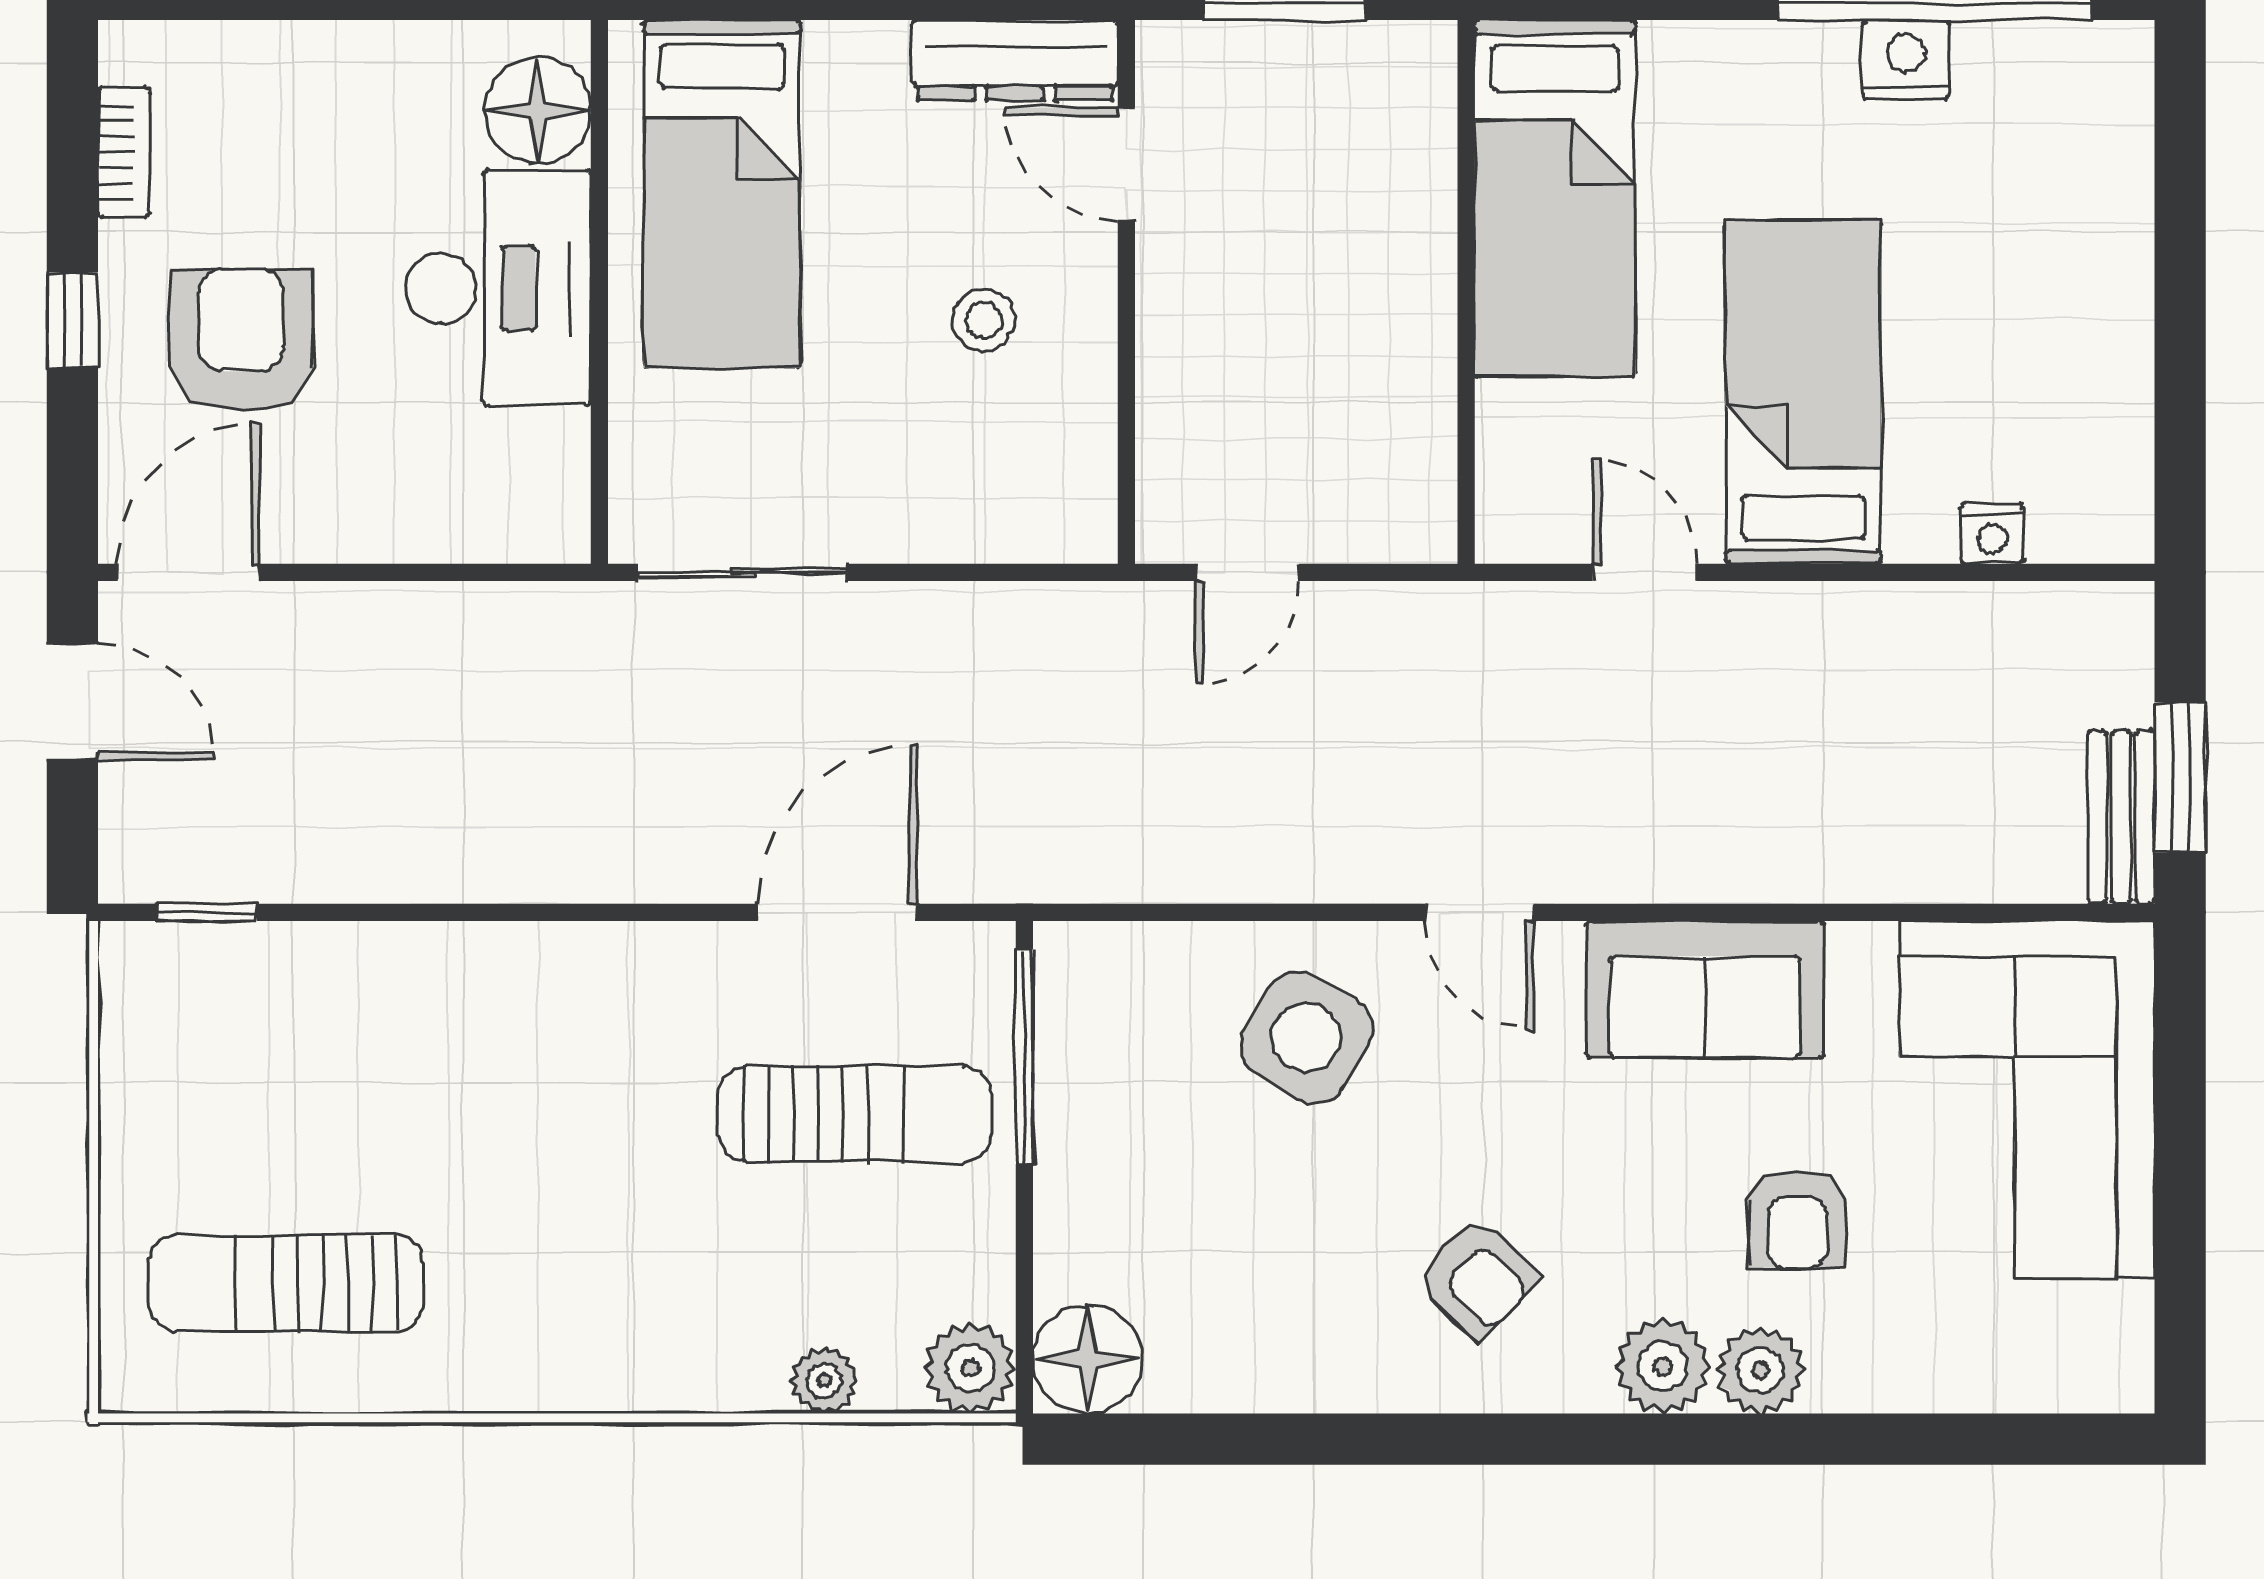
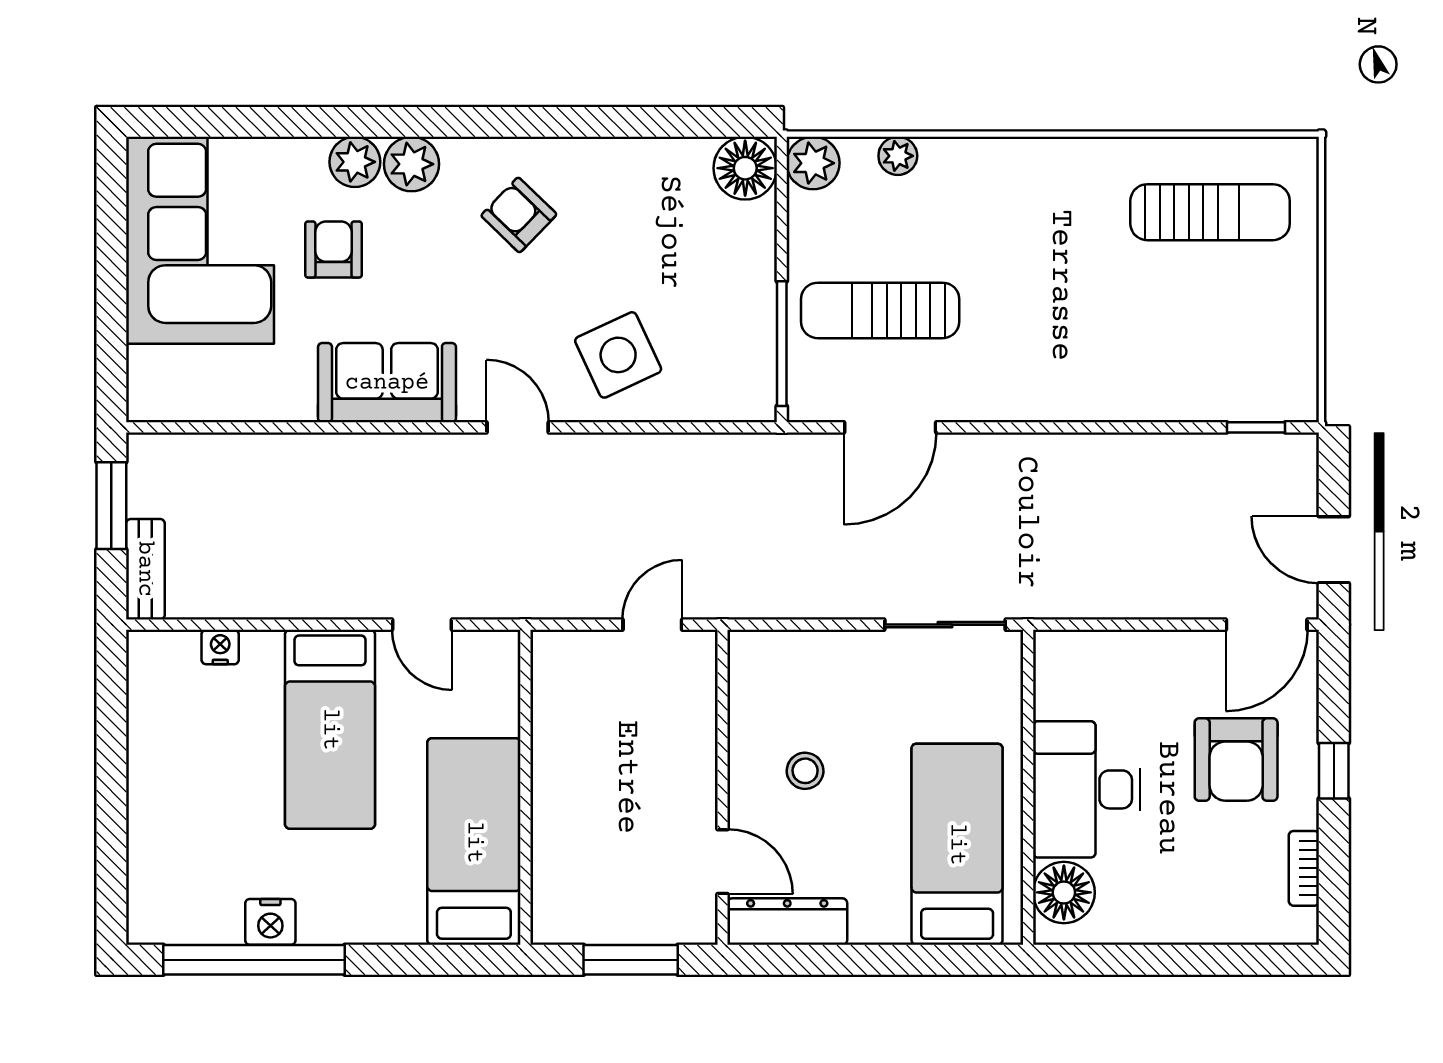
bench: (2121, 817) -> (145, 569), moved
side table: (1306, 1037) -> (618, 355), turned 35
corner sofa: (2027, 1099) -> (200, 240), moved

